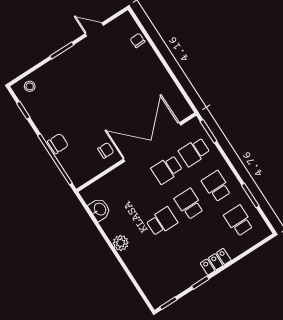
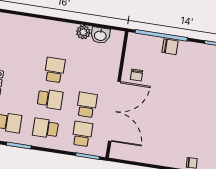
chair: (58, 144) -> (170, 47), turned -90
school desk: (216, 186) -> (46, 128), turned 180
school desk: (162, 222) -> (55, 70), turned 180
plant: (121, 243) -> (83, 32), moved

